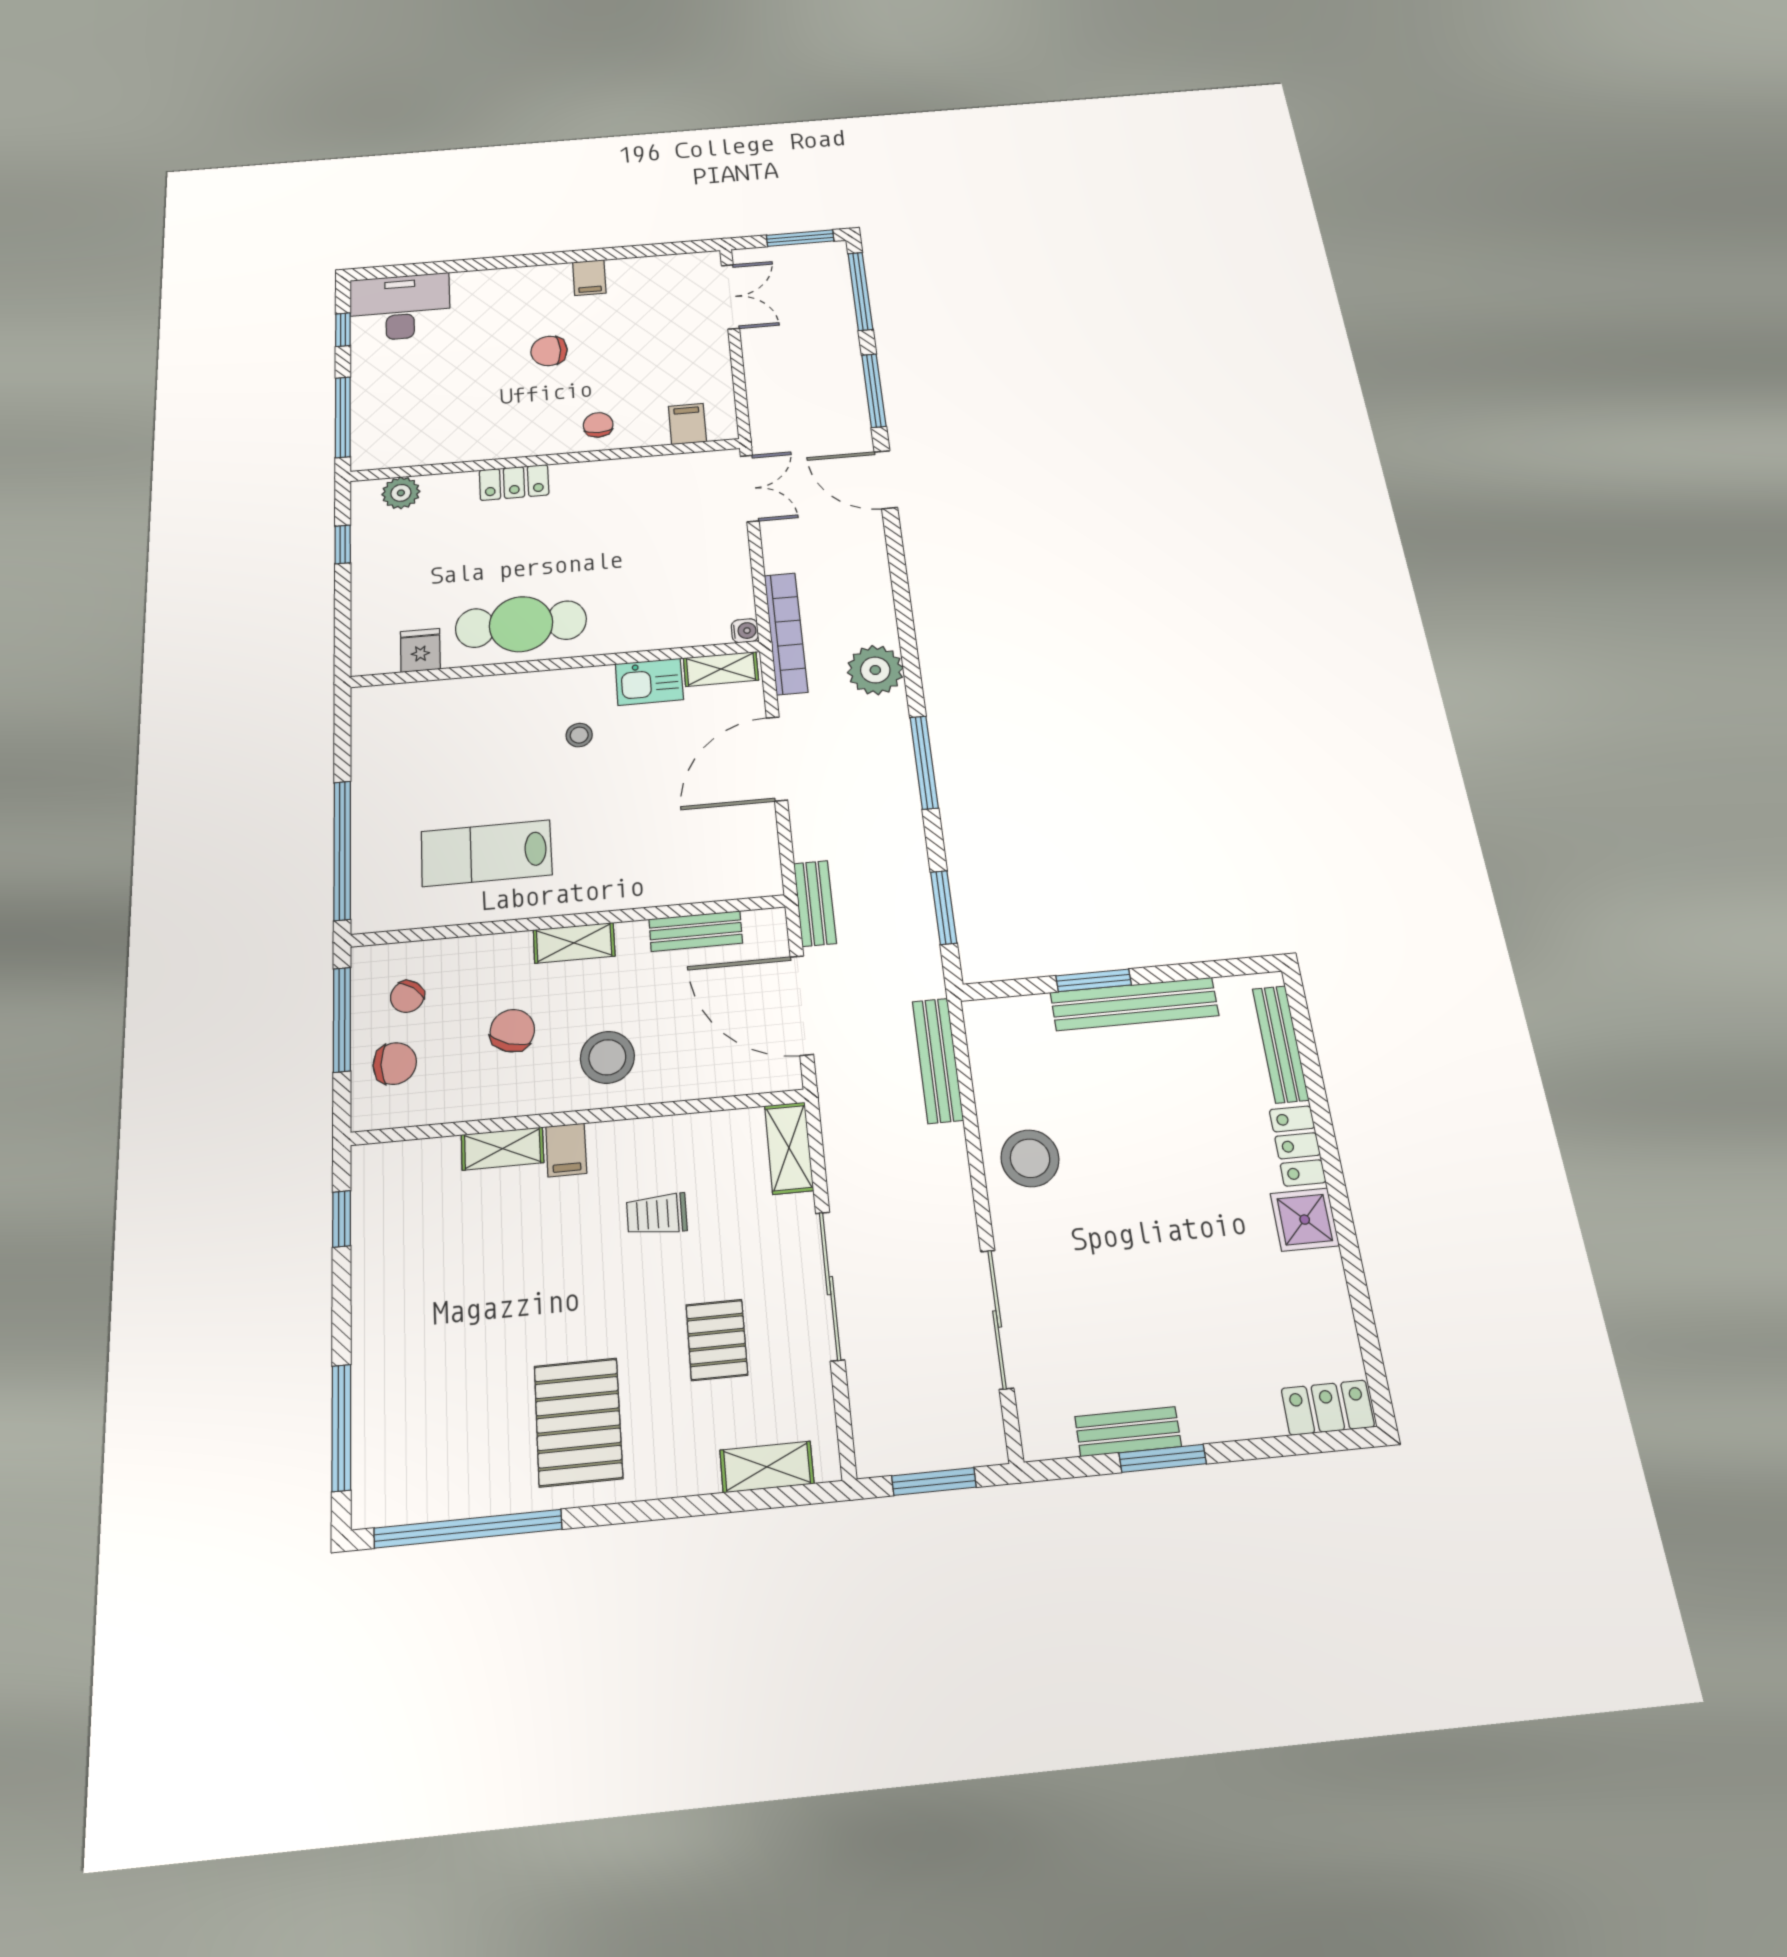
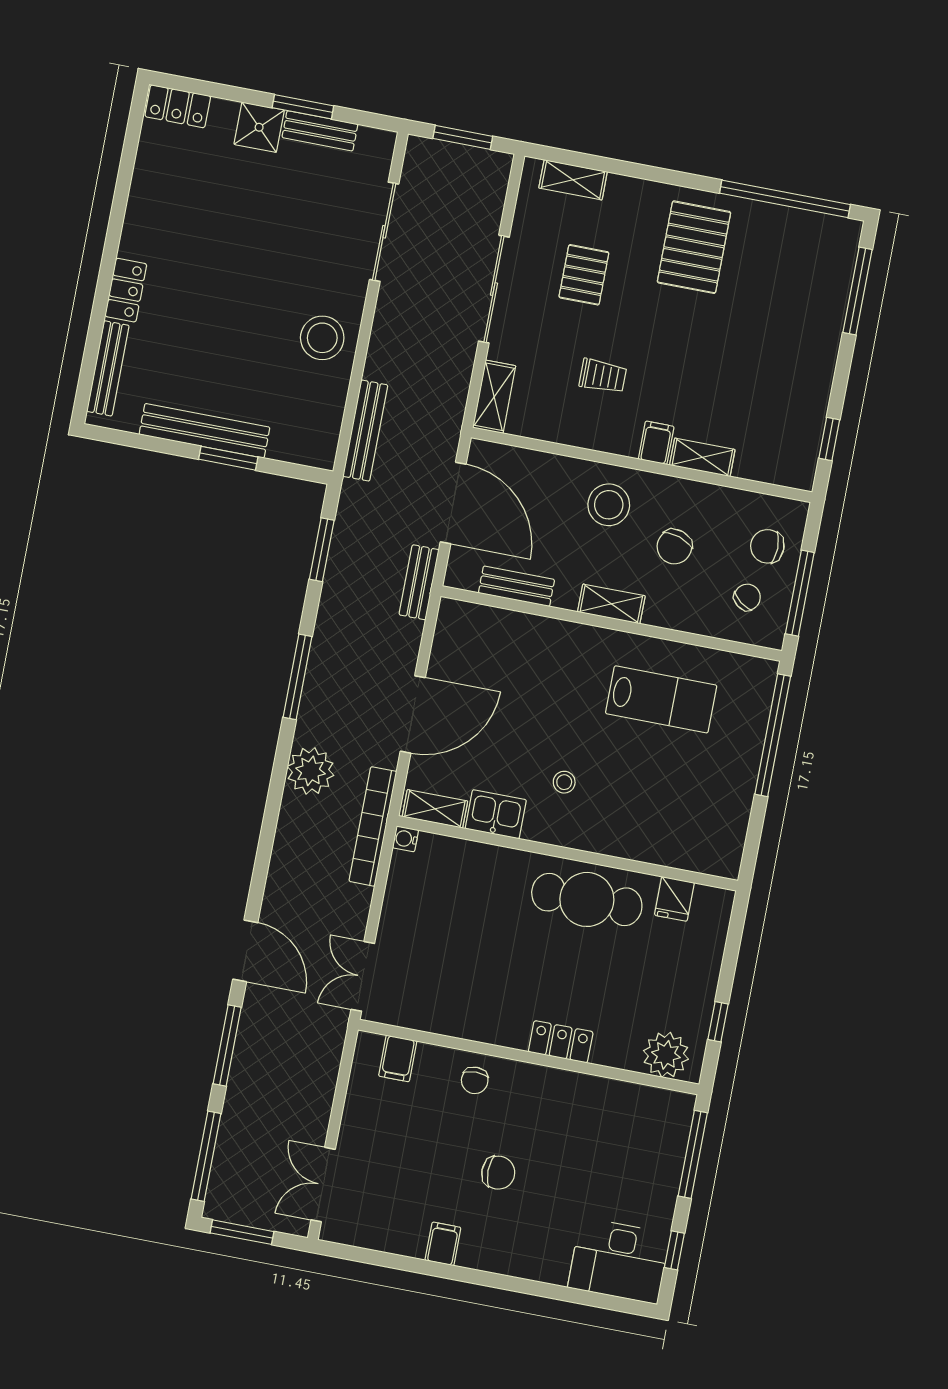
plant: (401, 493) -> (666, 1055), width x1.36, depth x1.36
shower: (1305, 1220) -> (259, 127), moved

